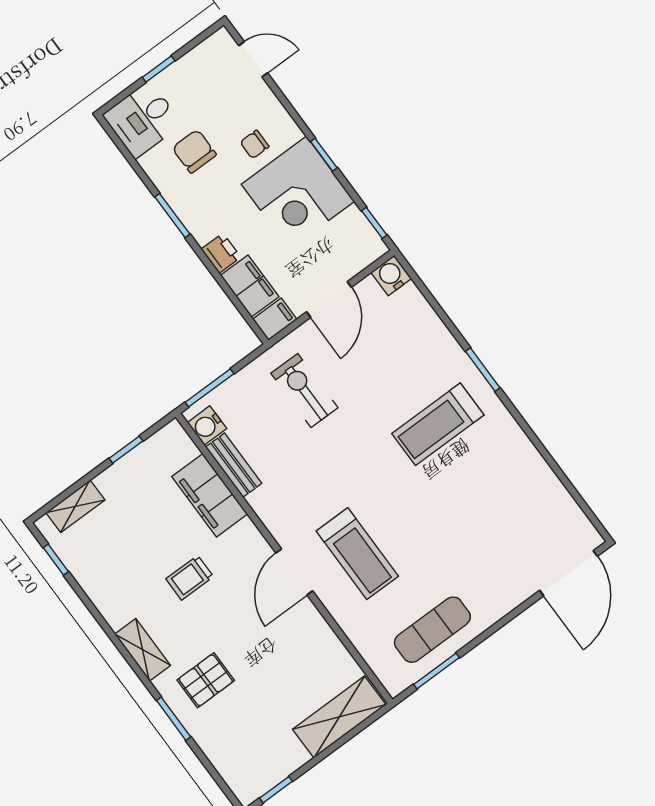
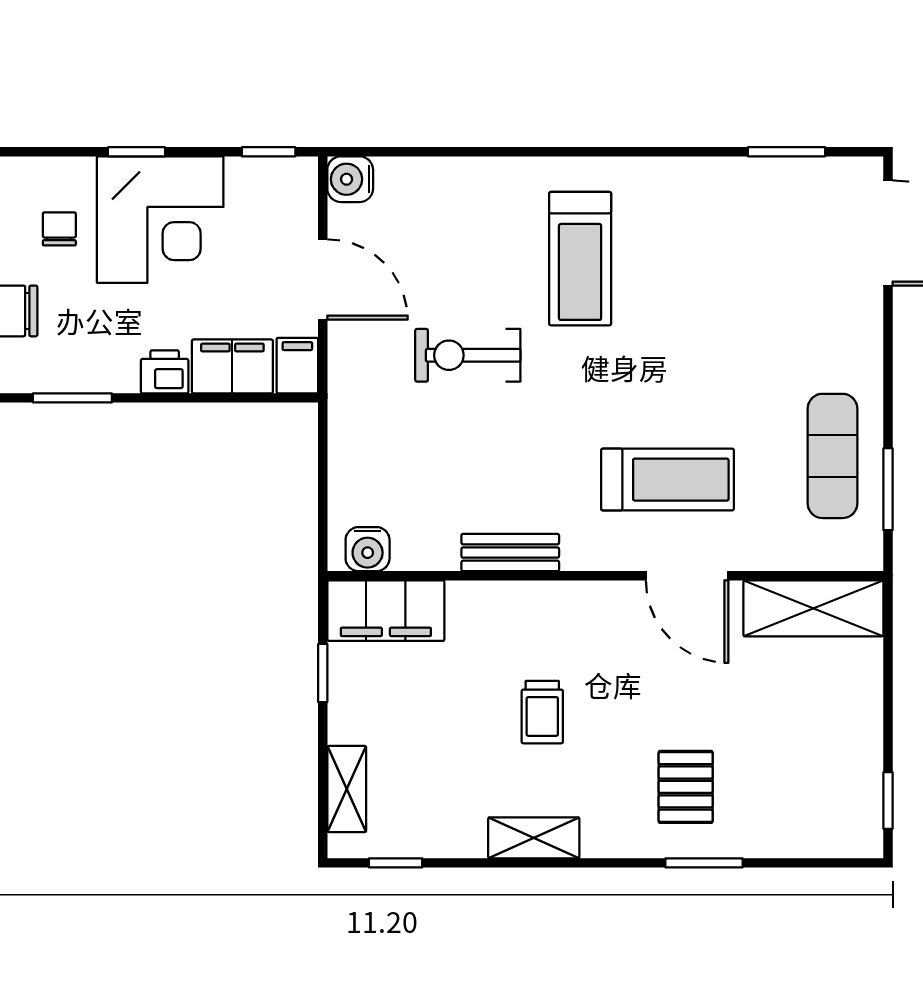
chair: (255, 144) -> (59, 229), turned 180
window: (483, 370) -> (787, 152), moved
window: (210, 388) -> (323, 511), removed
exercise bike: (304, 390) -> (468, 355), moved
bench: (234, 465) -> (510, 553), moved
filing cabinet: (210, 495) -> (386, 611), moved
door: (294, 572) -> (687, 576), moved
shelving: (143, 650) -> (534, 838), moved
shelving: (339, 717) -> (813, 608), moved, turned 90

